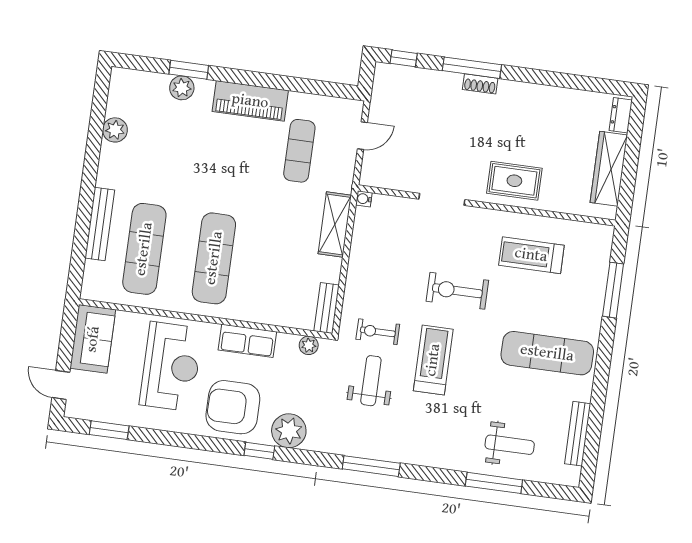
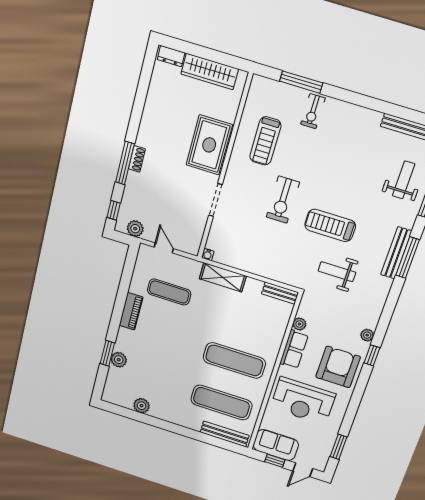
plant: (383, 92) -> (135, 229), added
piano: (250, 101) -> (131, 311), width x0.73, depth x0.75
rug: (514, 181) -> (209, 145), width x1.36, depth x1.43
bench: (100, 224) -> (225, 434), moved
exercise bike: (378, 332) -> (313, 111), moved
window: (67, 341) -> (275, 461), added
plant: (309, 345) -> (299, 324), moved
exercise mat: (547, 353) -> (340, 140), removed
reception desk: (171, 367) -> (303, 401), turned 180
armchair: (233, 407) -> (338, 367), turned 180
plant: (289, 431) -> (367, 335), width x0.53, depth x0.53
bench: (411, 455) -> (396, 253), added
window: (371, 466) -> (408, 258), moved

